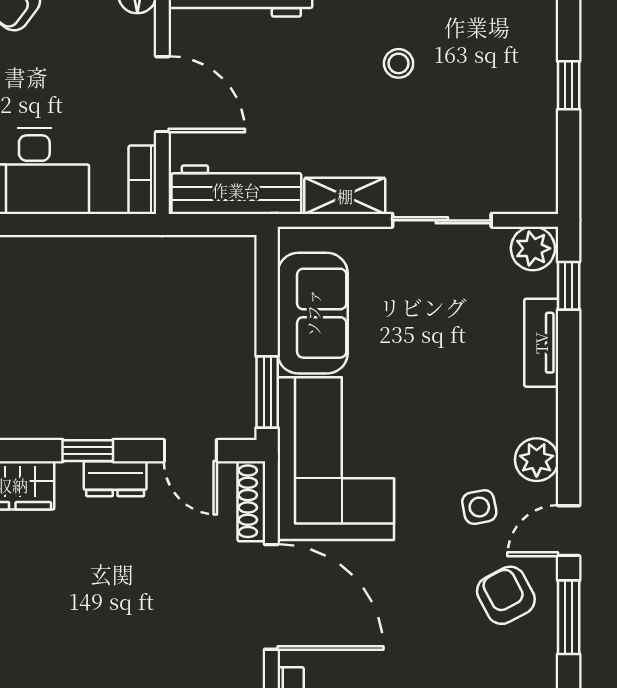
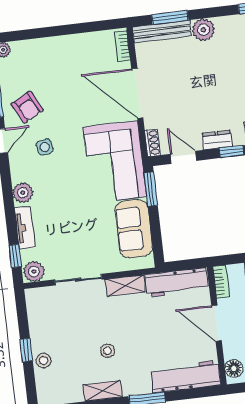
stool: (535, 59) -> (44, 361), added
plant: (537, 460) -> (23, 193), moved
shoe rack: (251, 501) -> (153, 143), width x0.70

